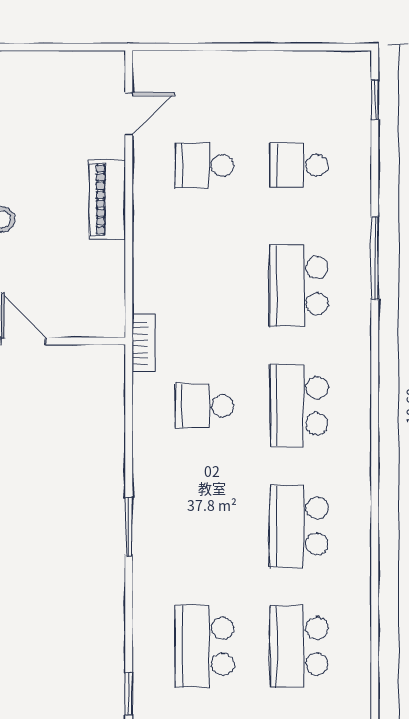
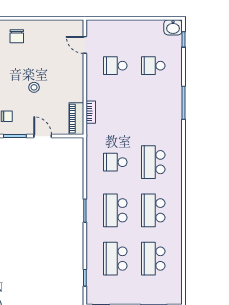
washbasin: (348, 70) -> (173, 27), added
door: (129, 114) -> (85, 45), swing flipped
piano: (107, 199) -> (76, 119), moved
school desk: (299, 286) -> (115, 210), moved
bookcase: (143, 343) -> (91, 112), moved

